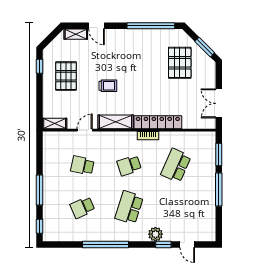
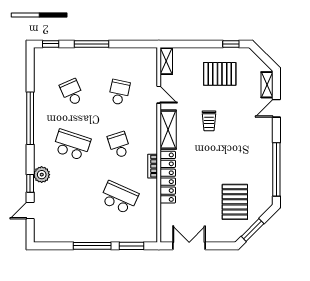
pallet: (180, 63) -> (235, 202), turned 90

